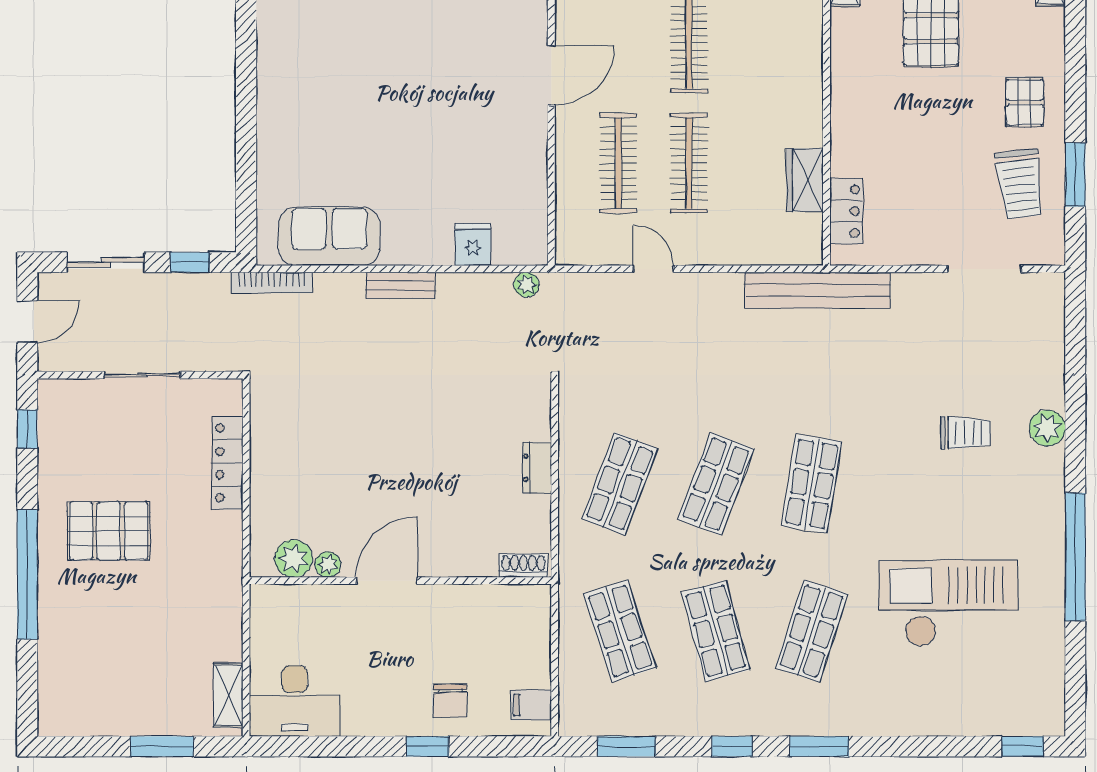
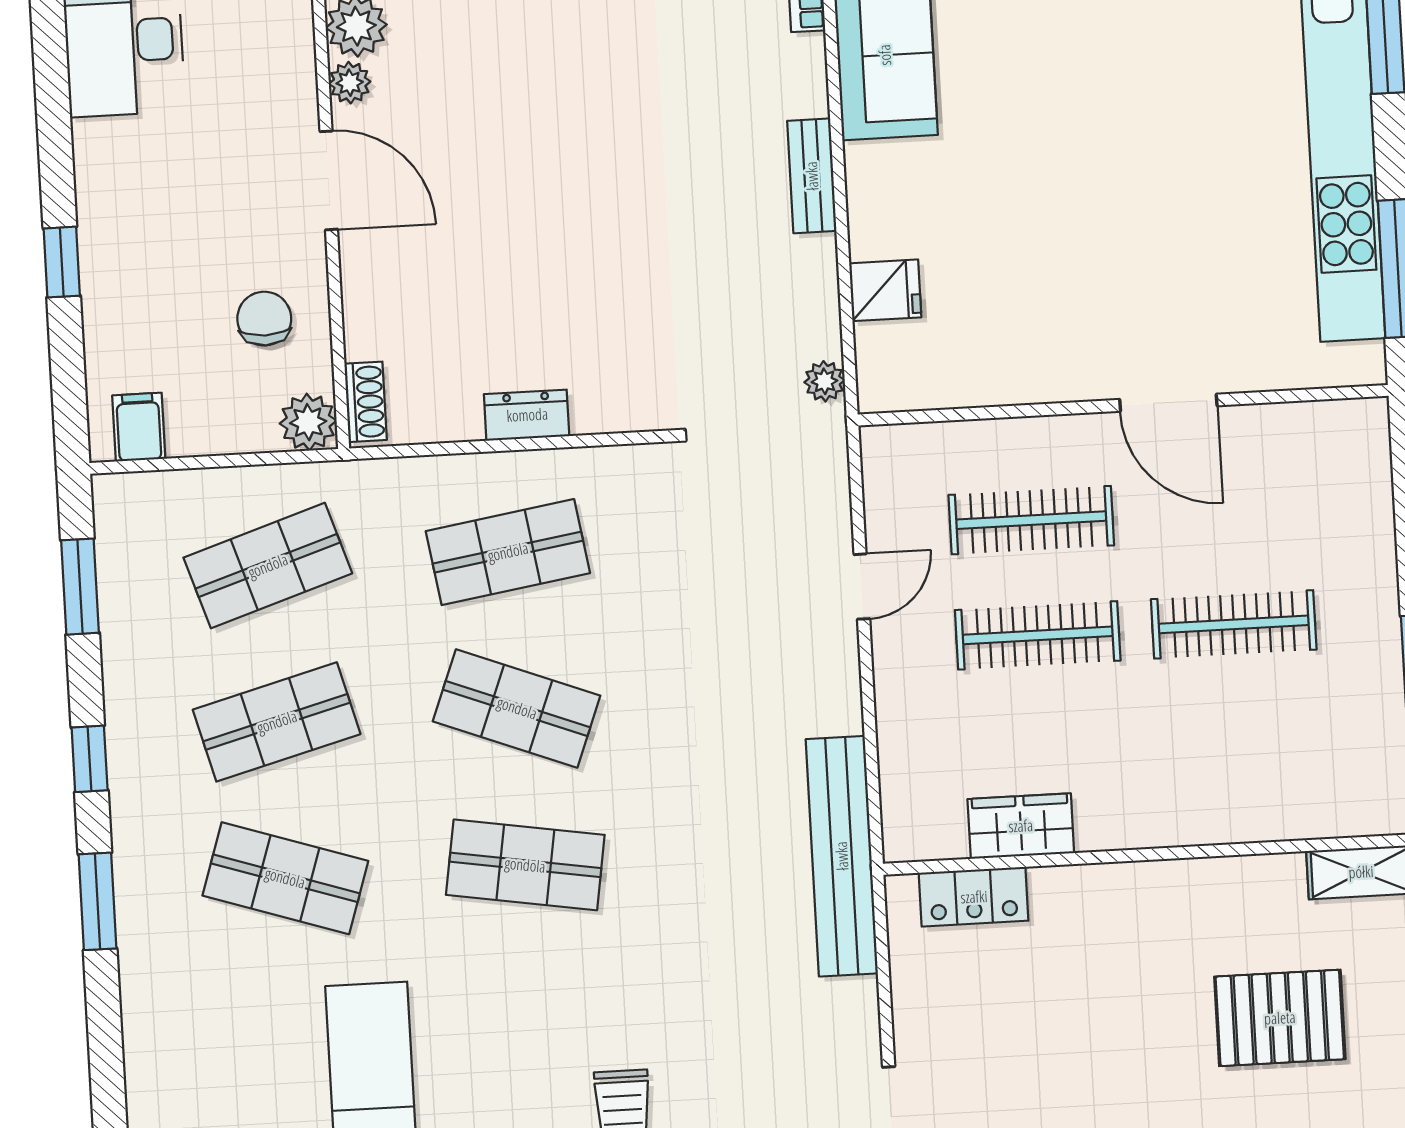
shop shelf: (620, 484) -> (508, 552), turned -30
plant: (534, 601) -> (308, 422), added
chair: (450, 701) -> (264, 319), moved, turned 90

